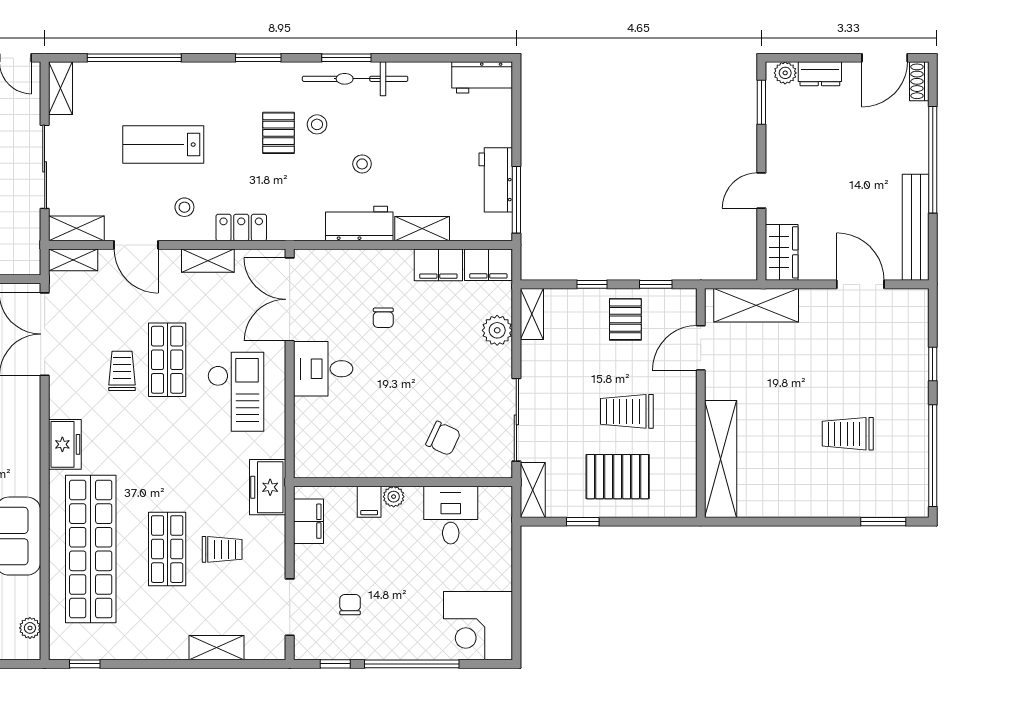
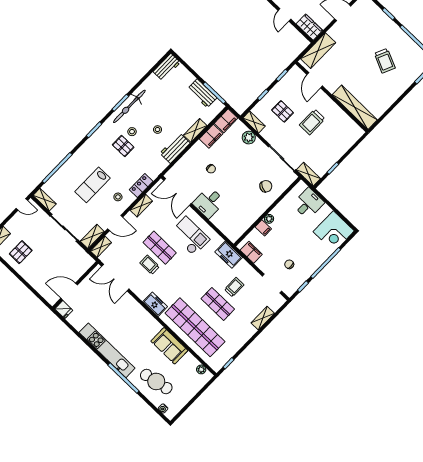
pallet: (625, 319) -> (283, 111), moved
trolley: (848, 434) -> (385, 61), turned -66
pallet: (618, 477) -> (329, 144), removed
desk: (451, 515) -> (308, 203), moved, turned 90

